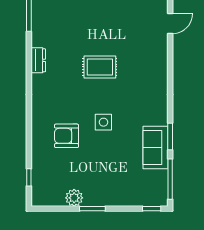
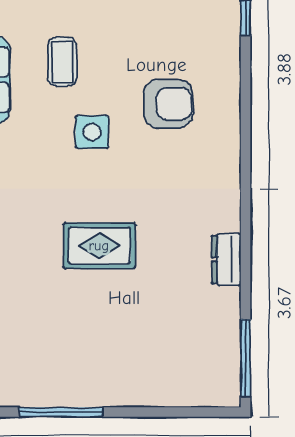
coffee table: (118, 156) -> (62, 62), added

